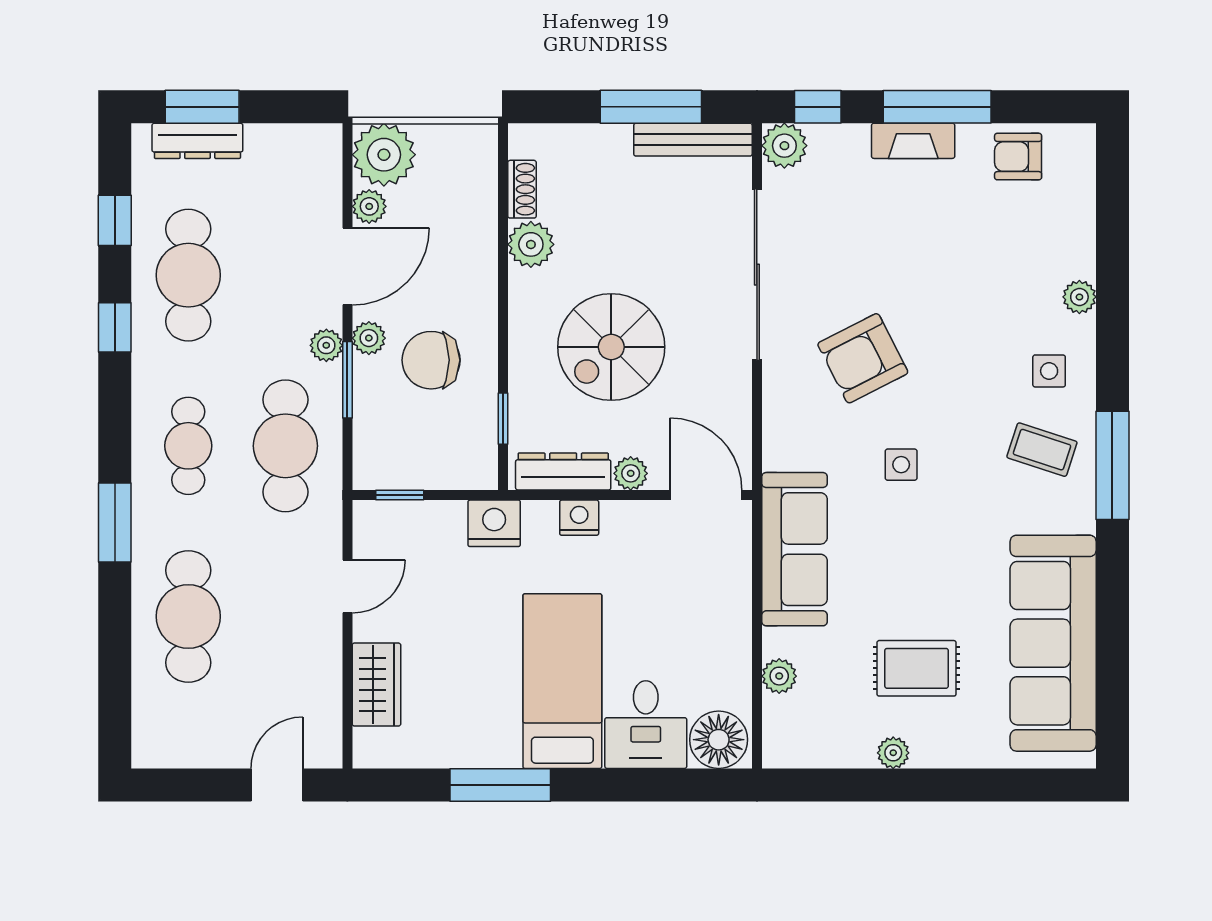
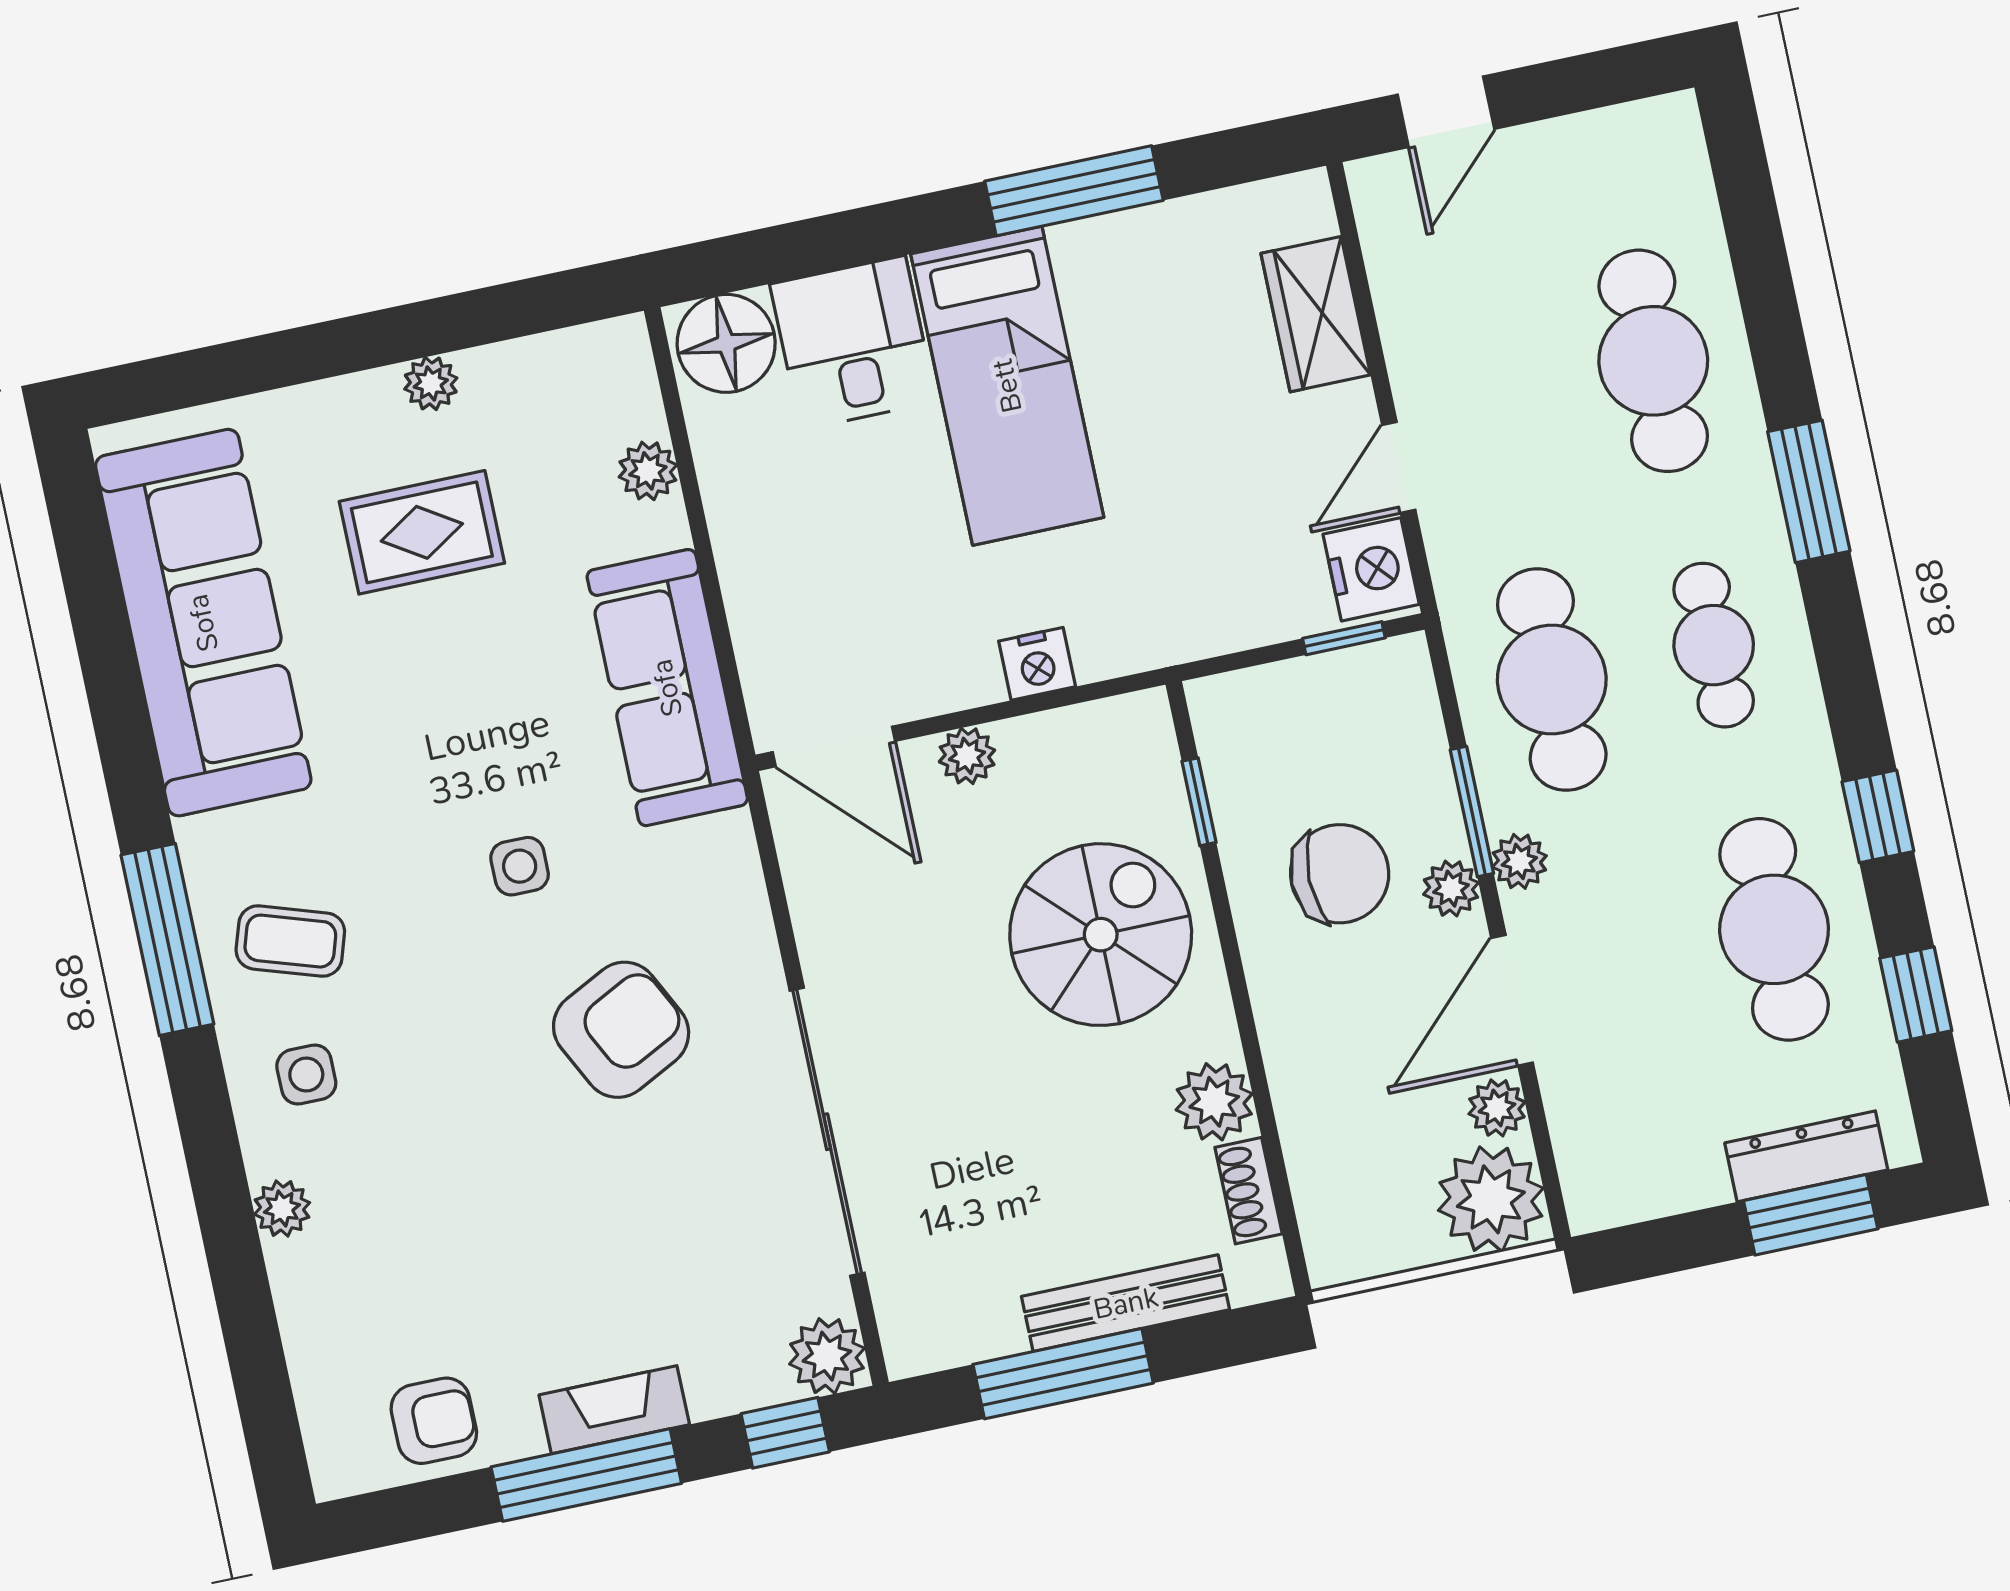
bench: (693, 140) -> (1126, 1303), moved
spiral stairs: (611, 347) -> (1101, 935), moved
dresser: (563, 471) -> (1080, 735), removed
nightstand: (494, 523) -> (1371, 569), moved, turned -90

